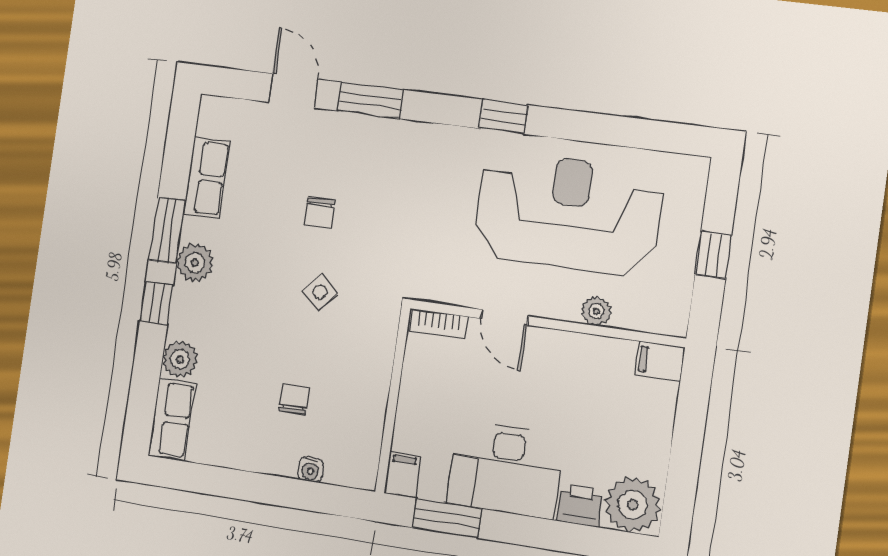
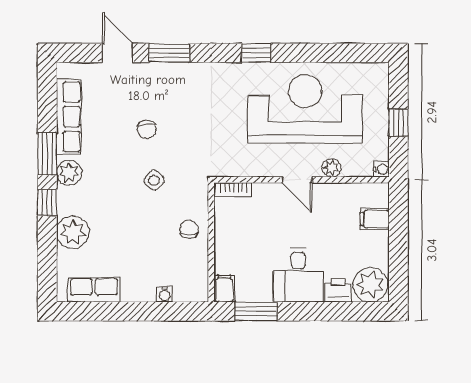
row of seats: (207, 178) -> (69, 117), width x1.48
door: (505, 317) -> (297, 180), moved
water cooler: (676, 325) -> (381, 169), added
plant: (180, 359) -> (73, 232), width x1.36, depth x1.36
filing cabinet: (660, 361) -> (375, 219), moved
chair: (294, 399) -> (189, 229), moved
row of seats: (172, 419) -> (94, 290), moved, turned -90
desk: (506, 469) -> (298, 275), width x0.73

